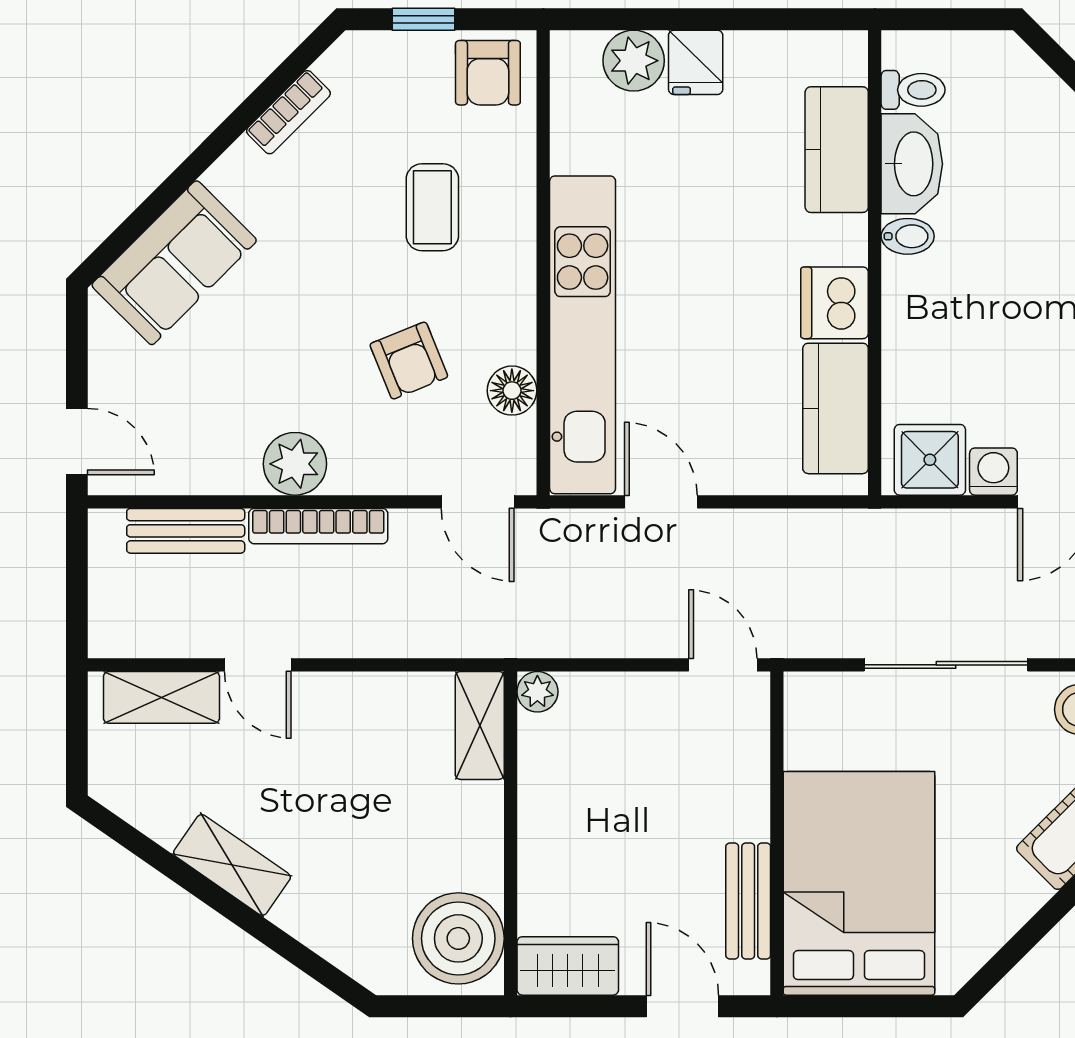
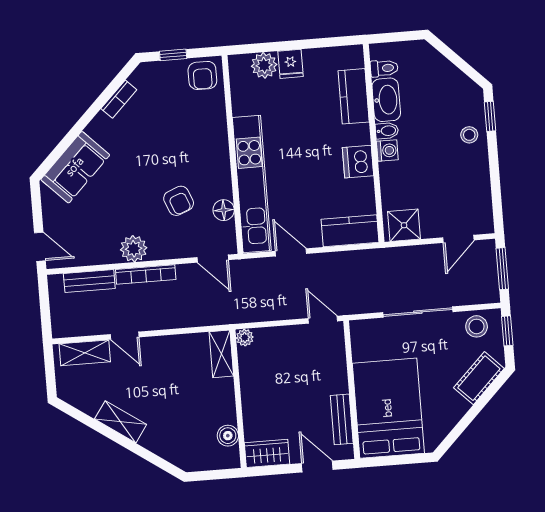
coffee table: (432, 207) -> (183, 135), removed
kitchen counter: (836, 408) -> (350, 231), moved, turned 90
washing machine: (993, 472) -> (387, 150), moved, turned 90
boiler: (458, 938) -> (228, 436), width x0.54, depth x0.54

